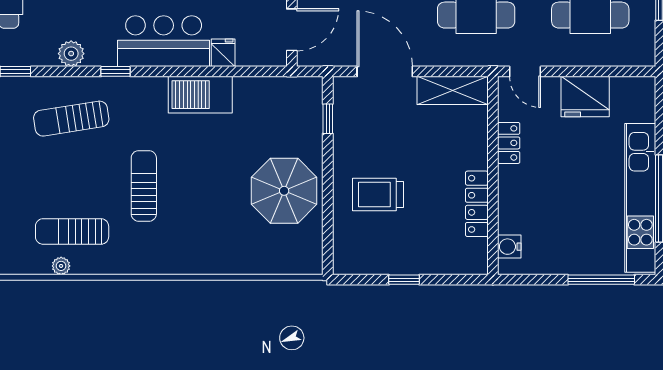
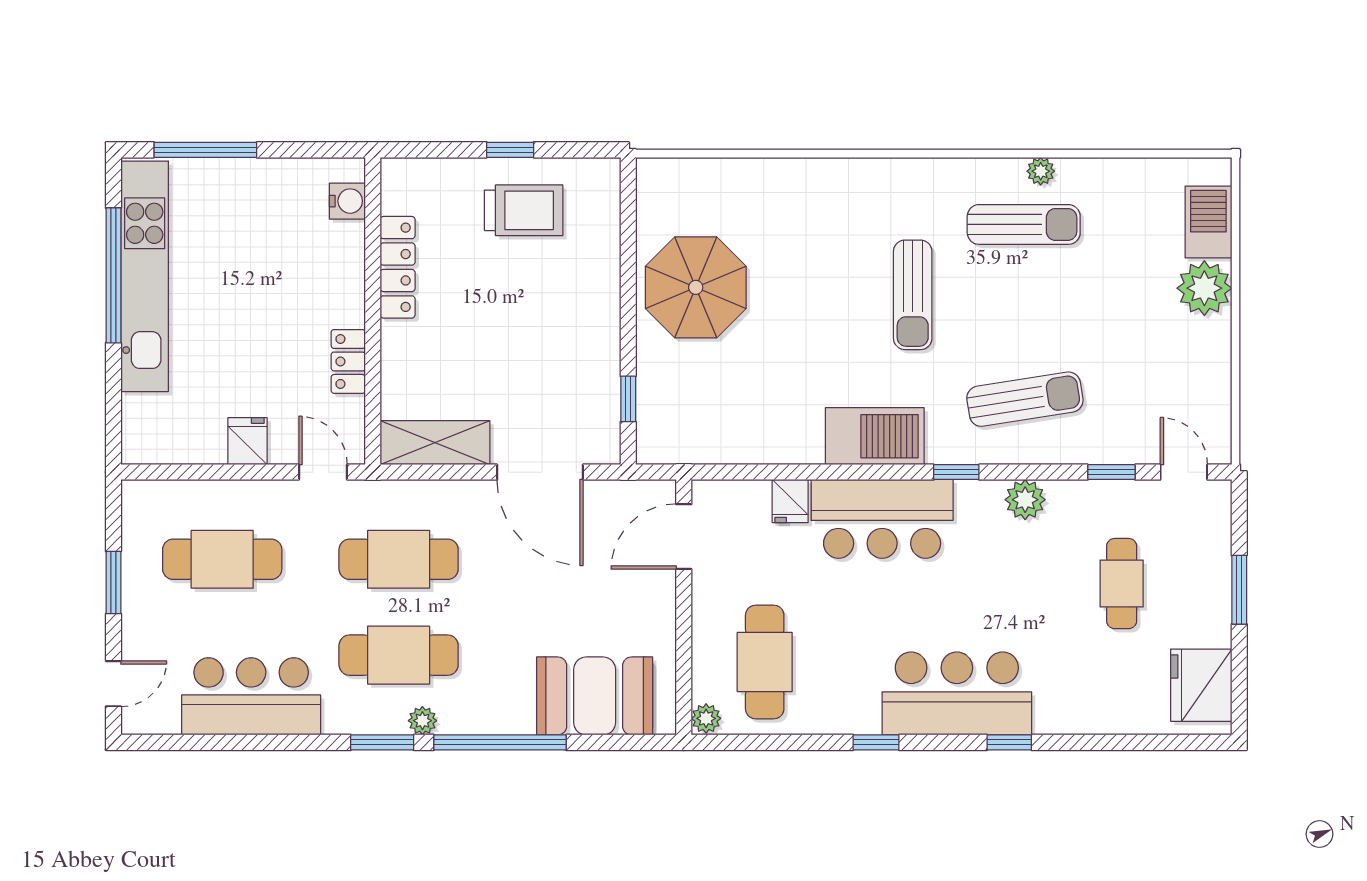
barbecue: (200, 95) -> (875, 436), moved
fridge: (585, 97) -> (248, 441), width x0.53, depth x0.75
trolley: (378, 195) -> (524, 210), moved

